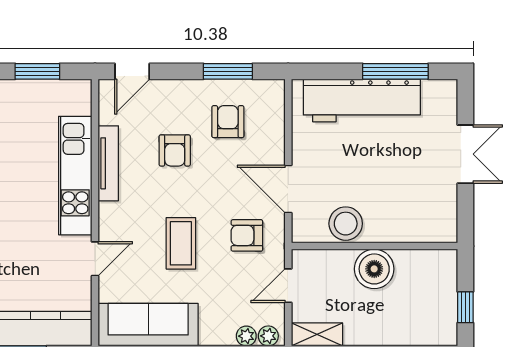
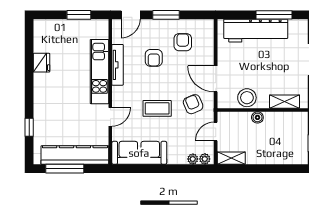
window: (228, 71) -> (166, 15), moved
shelving: (415, 231) -> (285, 102), added
armchair: (247, 235) -> (193, 104), turned 67
coffee table: (181, 243) -> (157, 108), turned 90
boiler: (374, 269) -> (257, 117), width x0.54, depth x0.54

